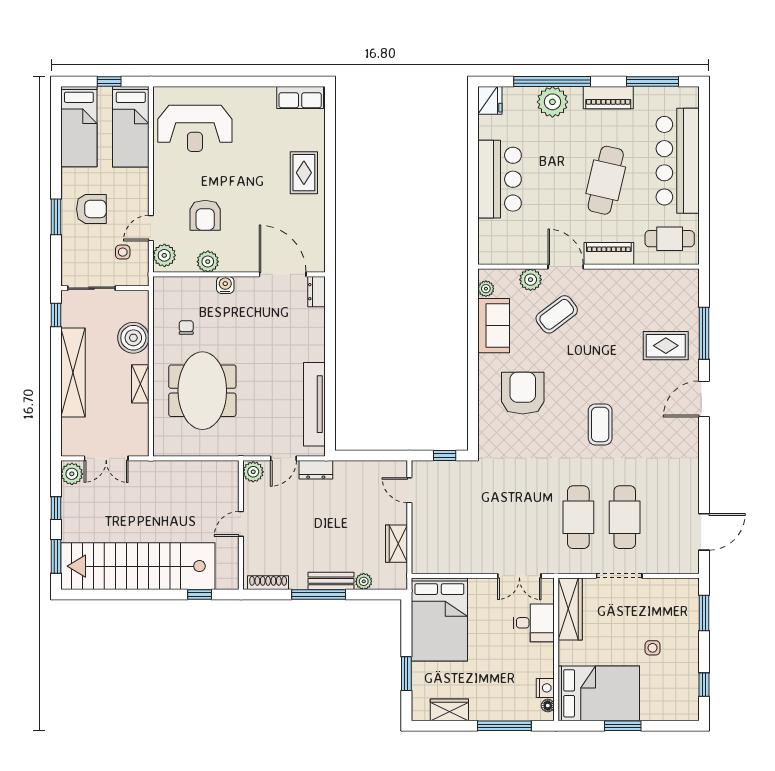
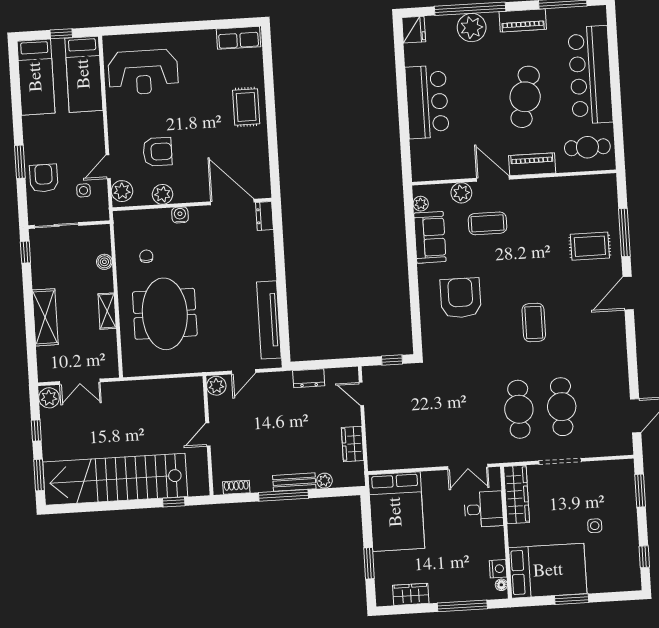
armchair: (91, 209) -> (44, 178), moved, turned -90
armchair: (205, 215) -> (158, 152), turned -90
coffee table: (557, 314) -> (487, 223), turned 37
boiler: (133, 338) -> (104, 262), width x0.54, depth x0.54
shelving: (73, 372) -> (45, 317), width x0.68
dresser: (316, 470) -> (309, 378), moved
shoe rack: (268, 583) -> (236, 487), width x0.70

